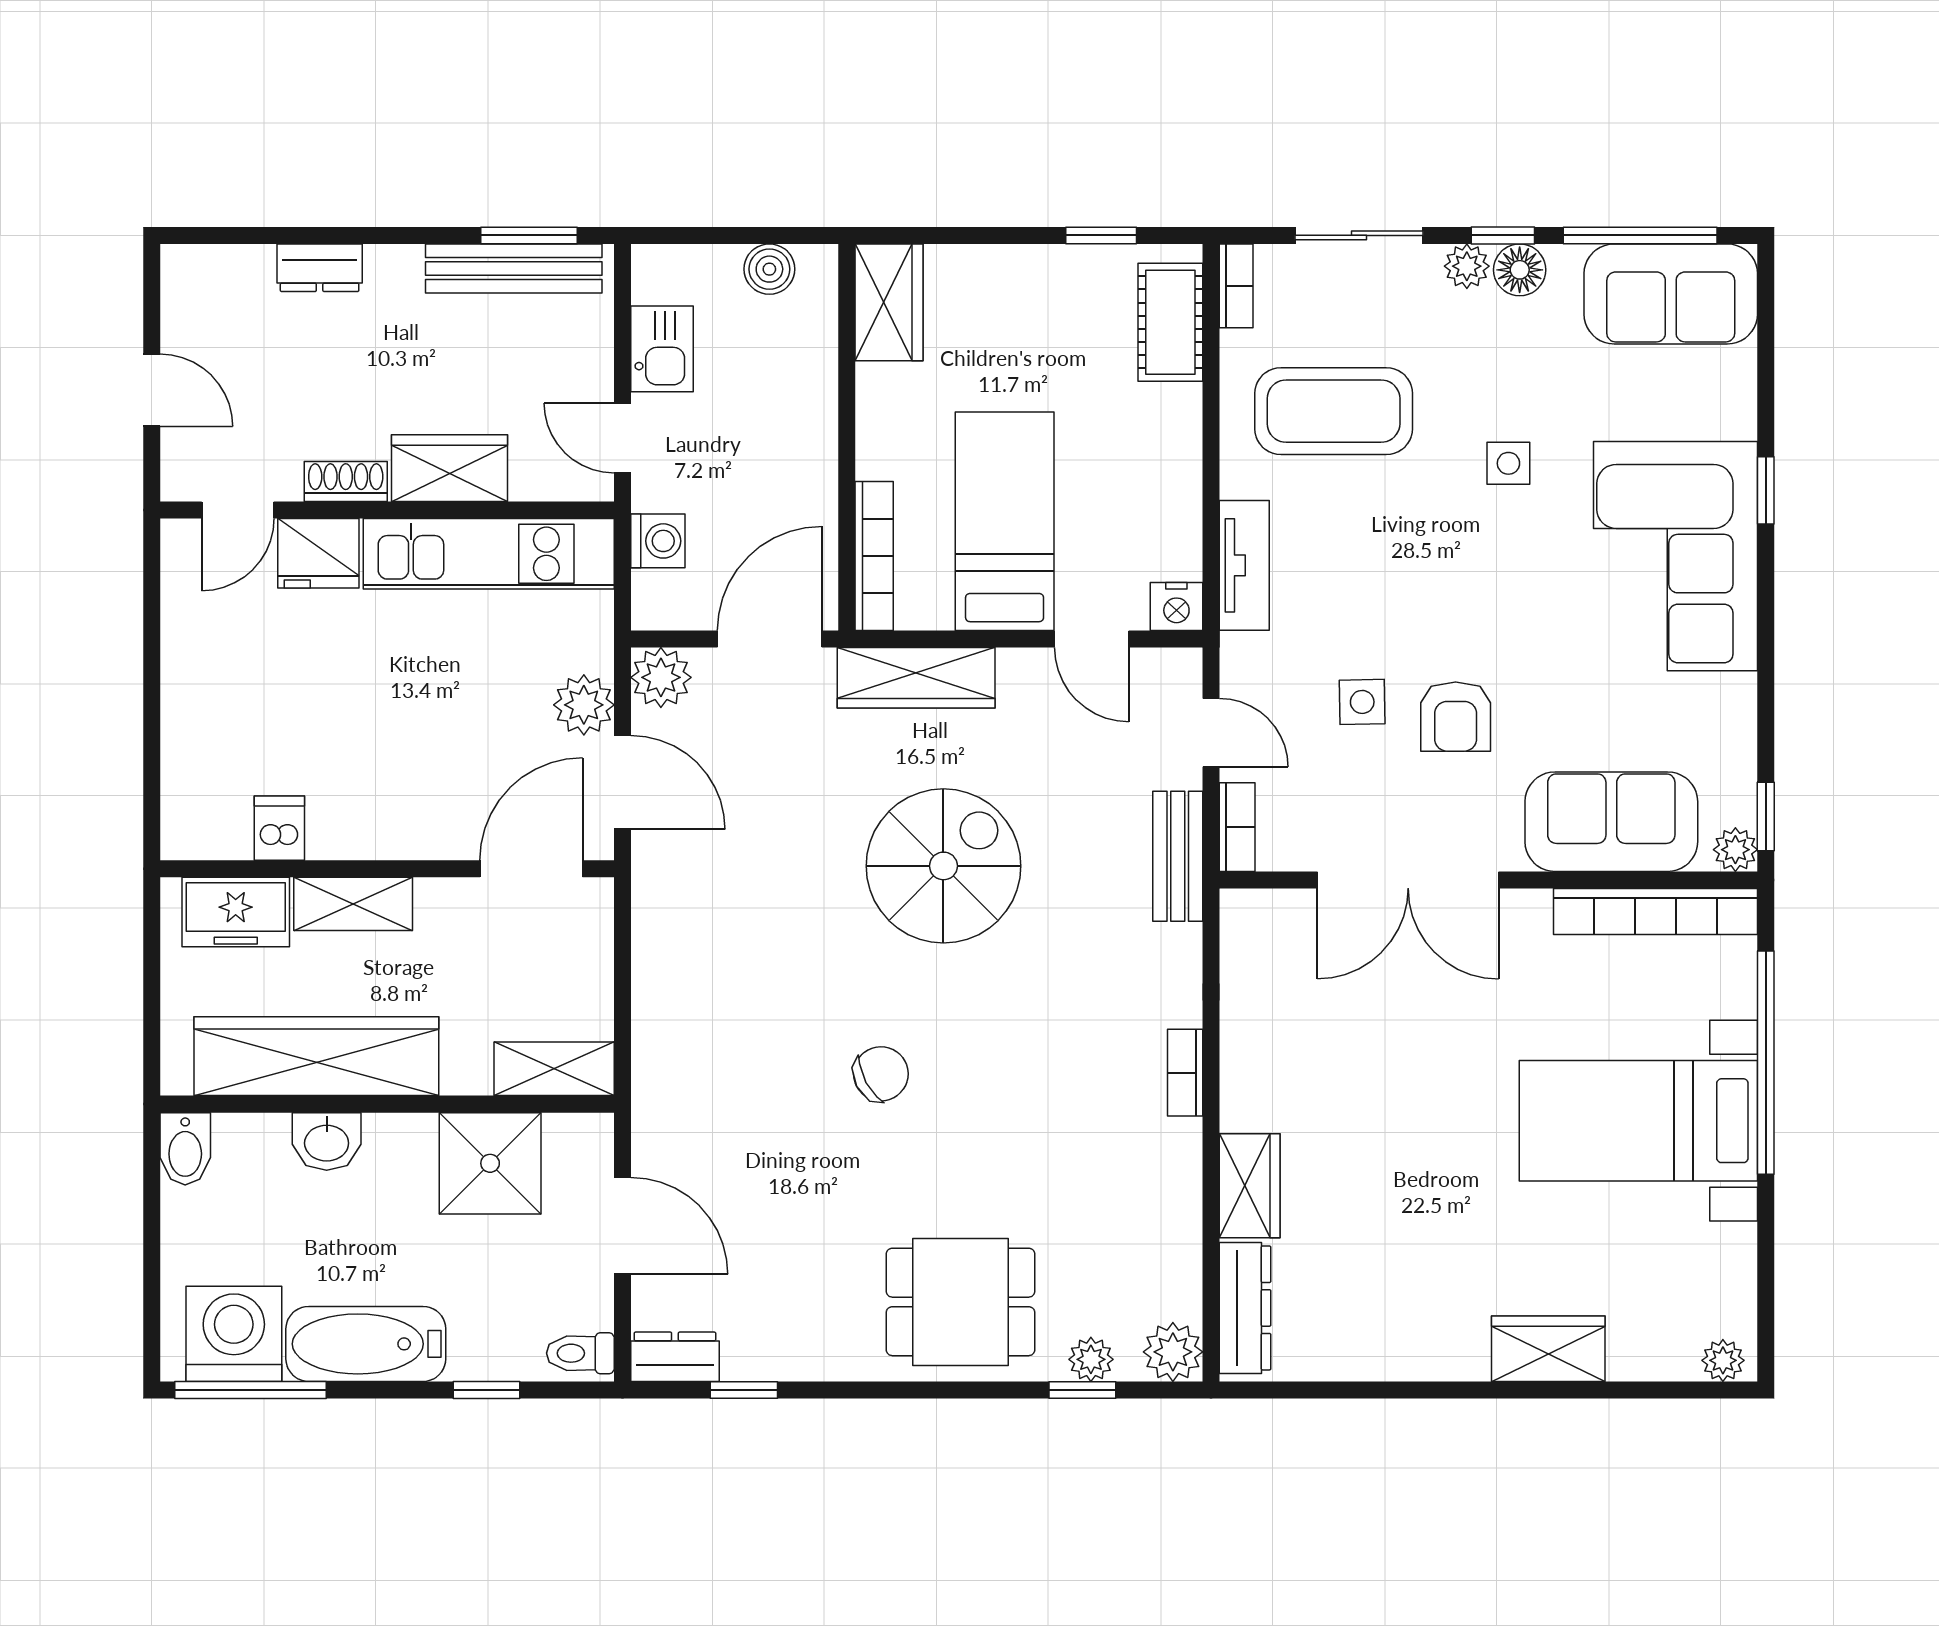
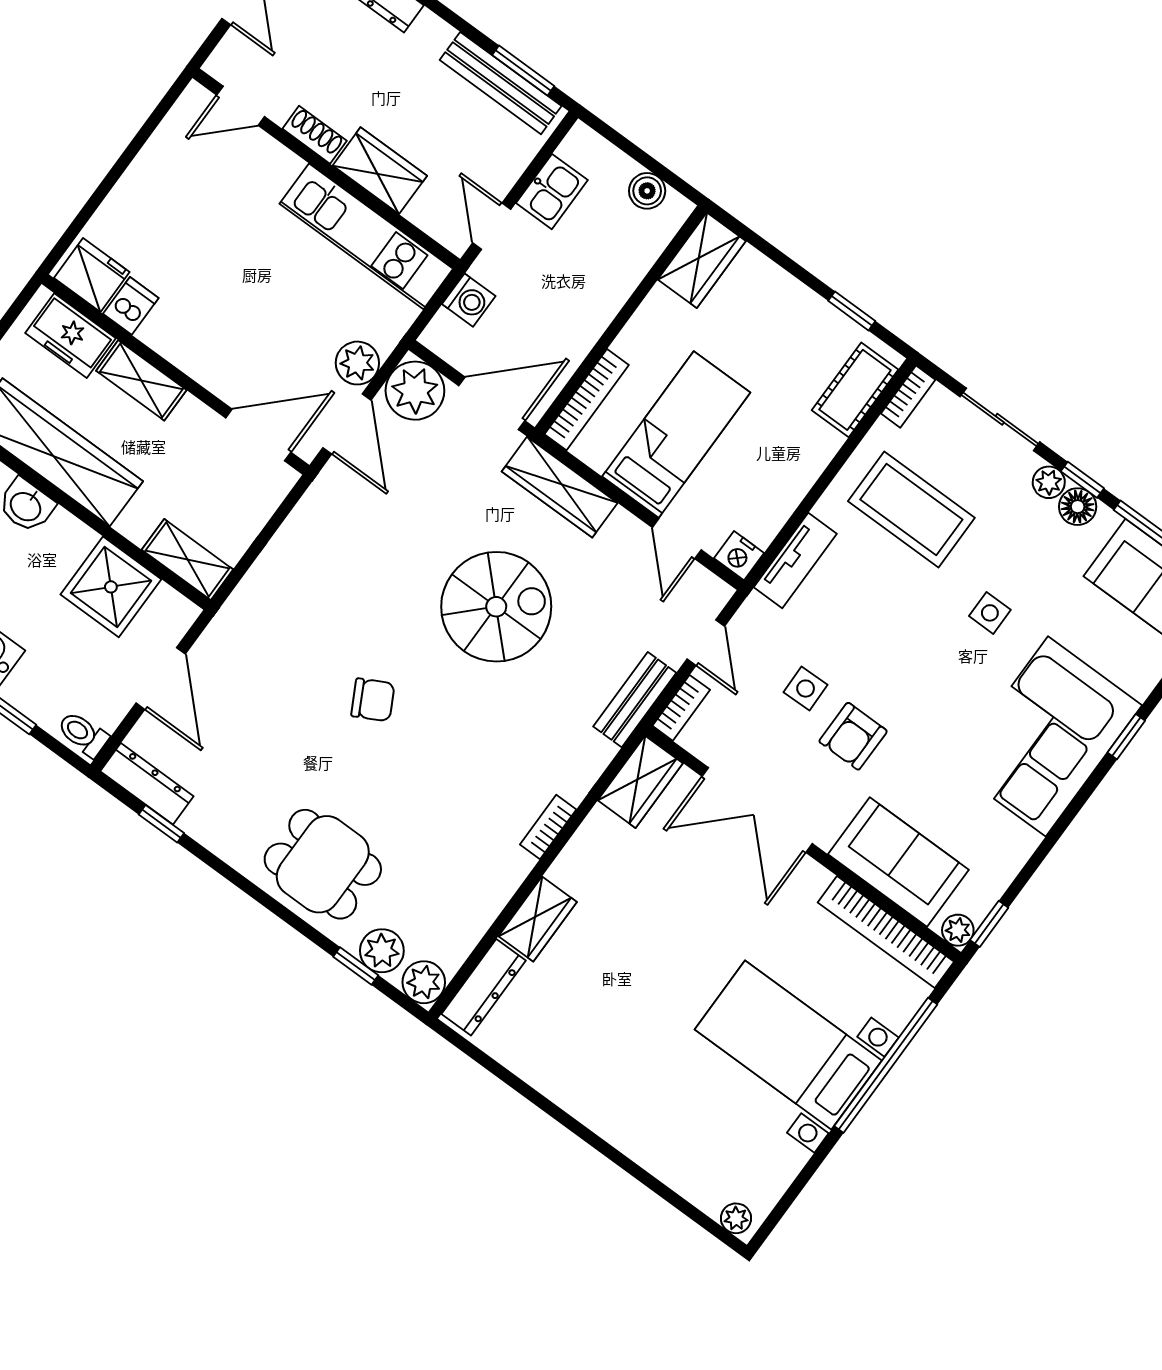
fridge: (318, 553) -> (92, 275), moved, turned 180
plant: (661, 677) -> (415, 391), width x1.36, depth x1.36
wardrobe: (1548, 1349) -> (640, 782), moved, turned 90
dresser: (675, 1357) -> (147, 784), width x1.44
plant: (1091, 1359) -> (382, 951), width x1.38, depth x1.38

